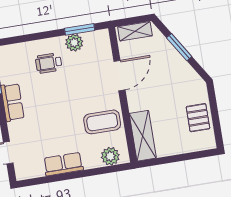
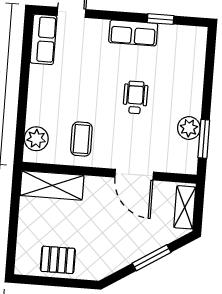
wheelchair: (49, 63) -> (135, 97), moved
coffee table: (102, 122) -> (81, 139), width x0.73, depth x0.77
row of seats: (63, 164) -> (43, 39), moved

